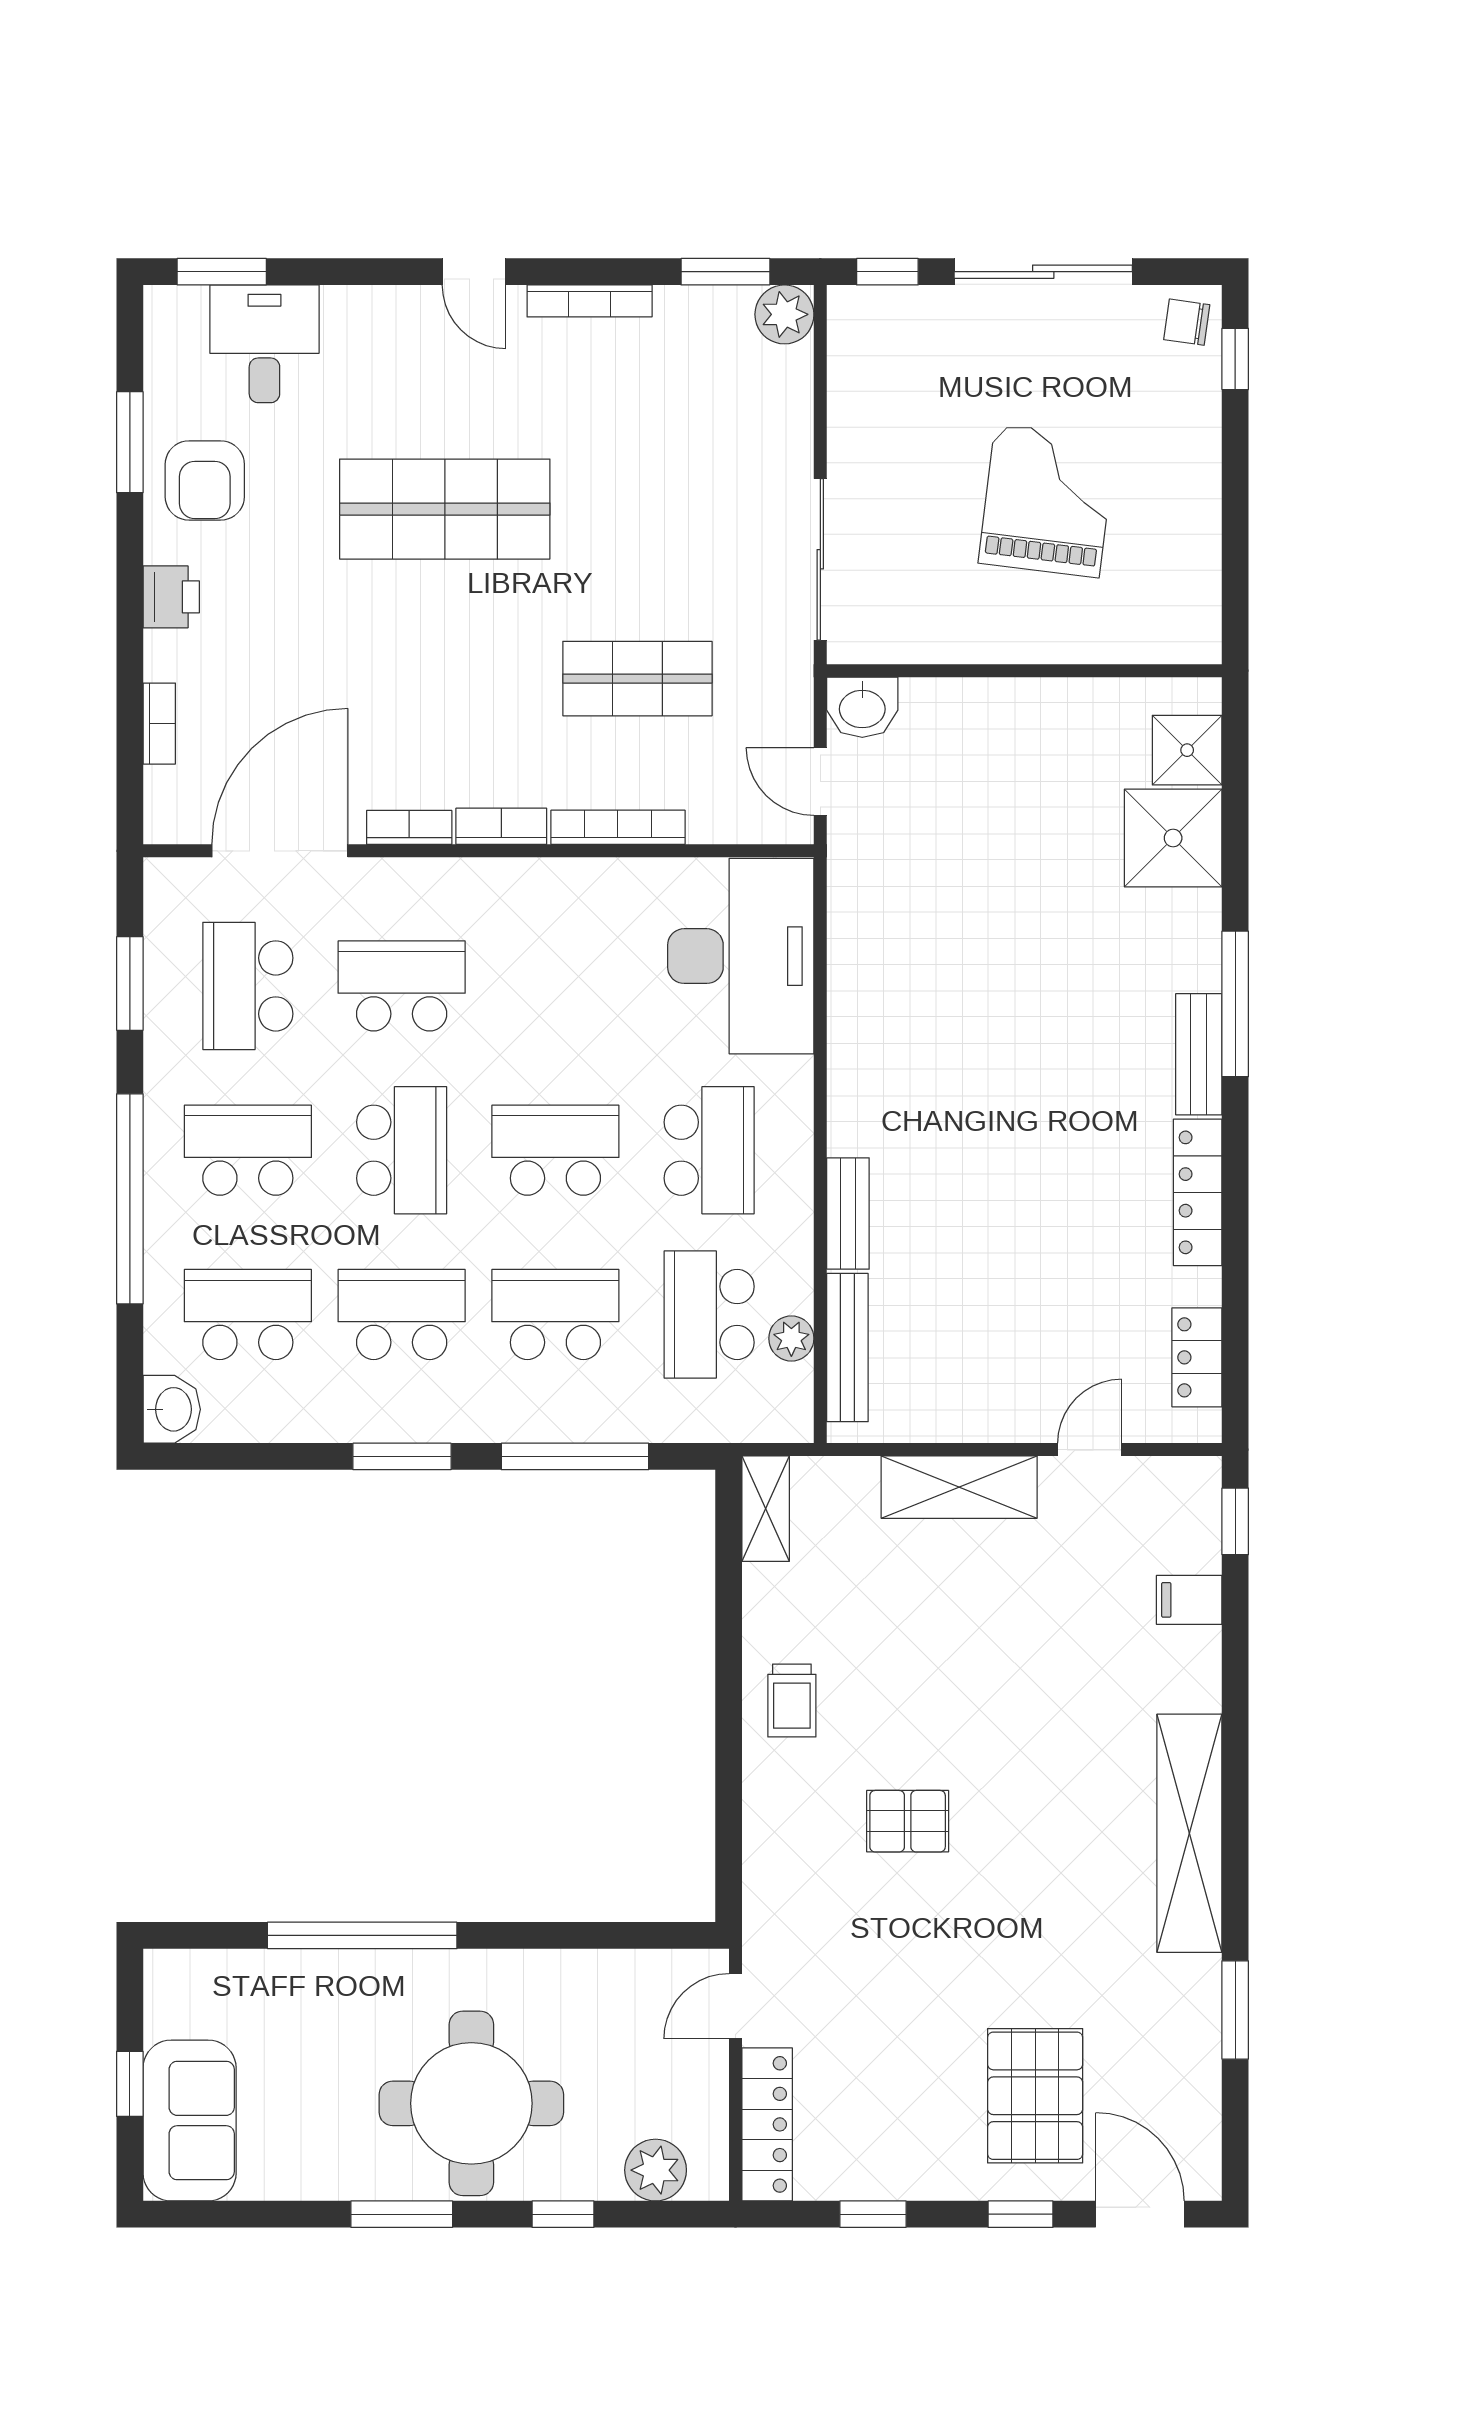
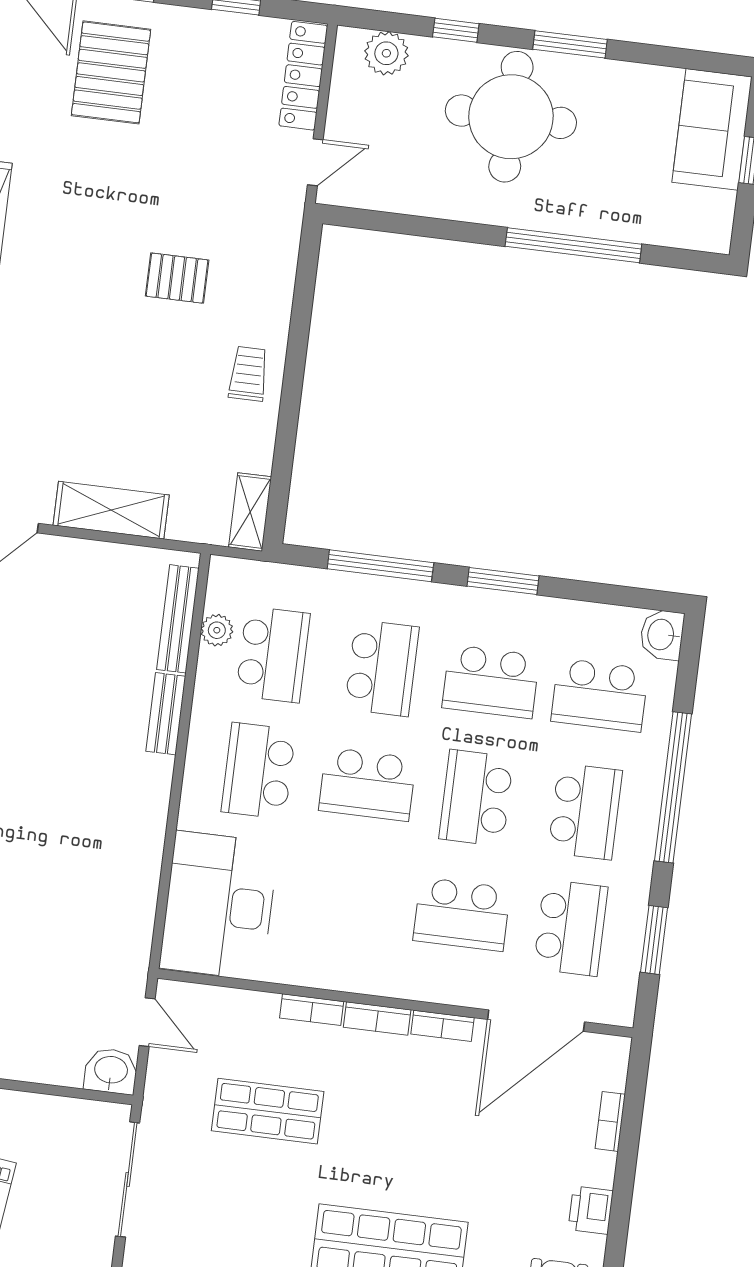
bookcase: (618, 827) -> (312, 1010), width x0.64
school desk: (248, 1150) -> (585, 811), turned -90
school desk: (555, 1314) -> (382, 668), turned -90

